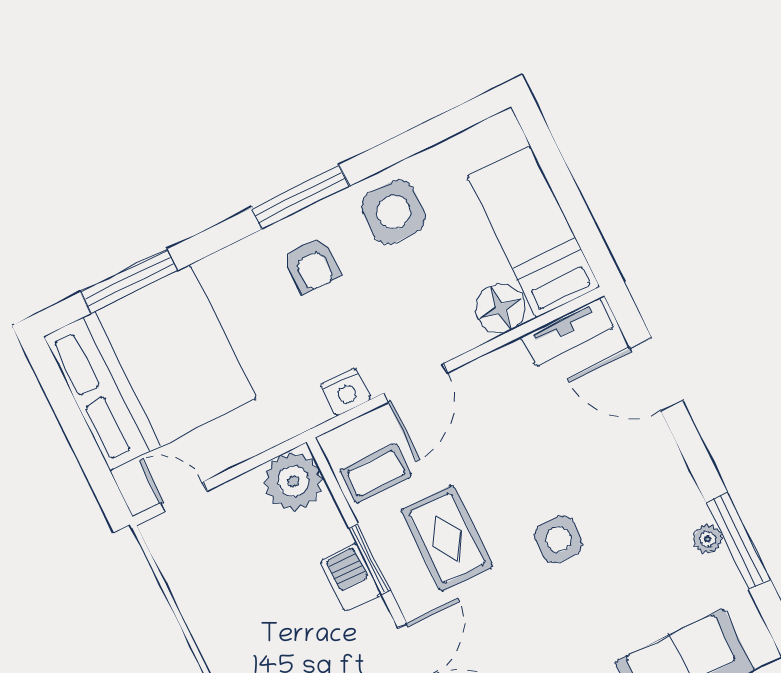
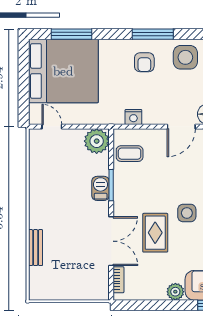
door: (415, 383) -> (181, 127), moved
rug: (447, 538) -> (155, 233), moved

